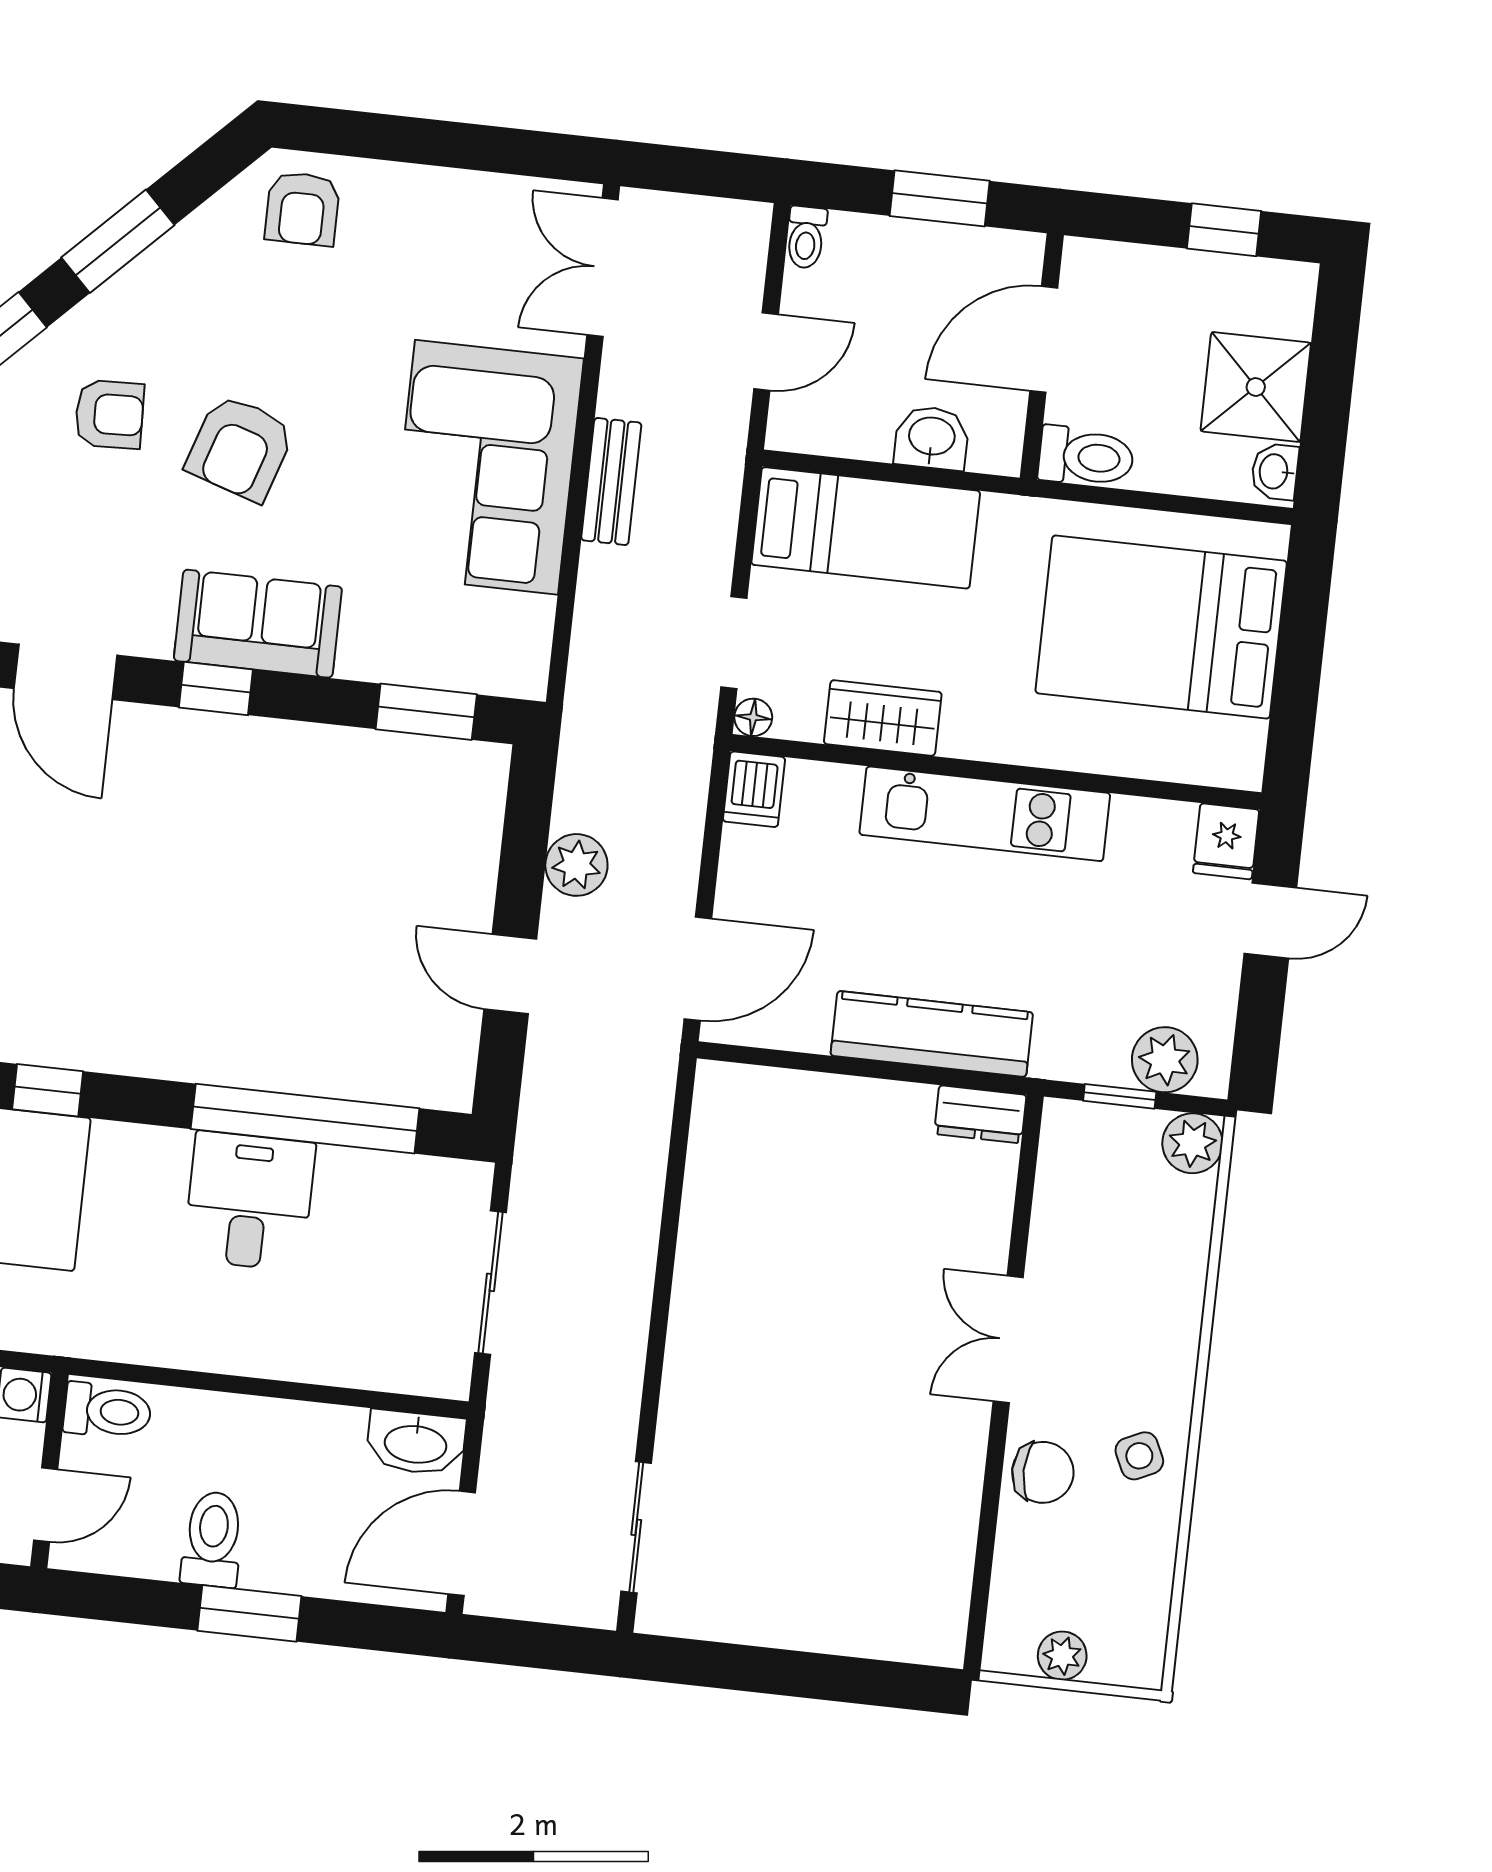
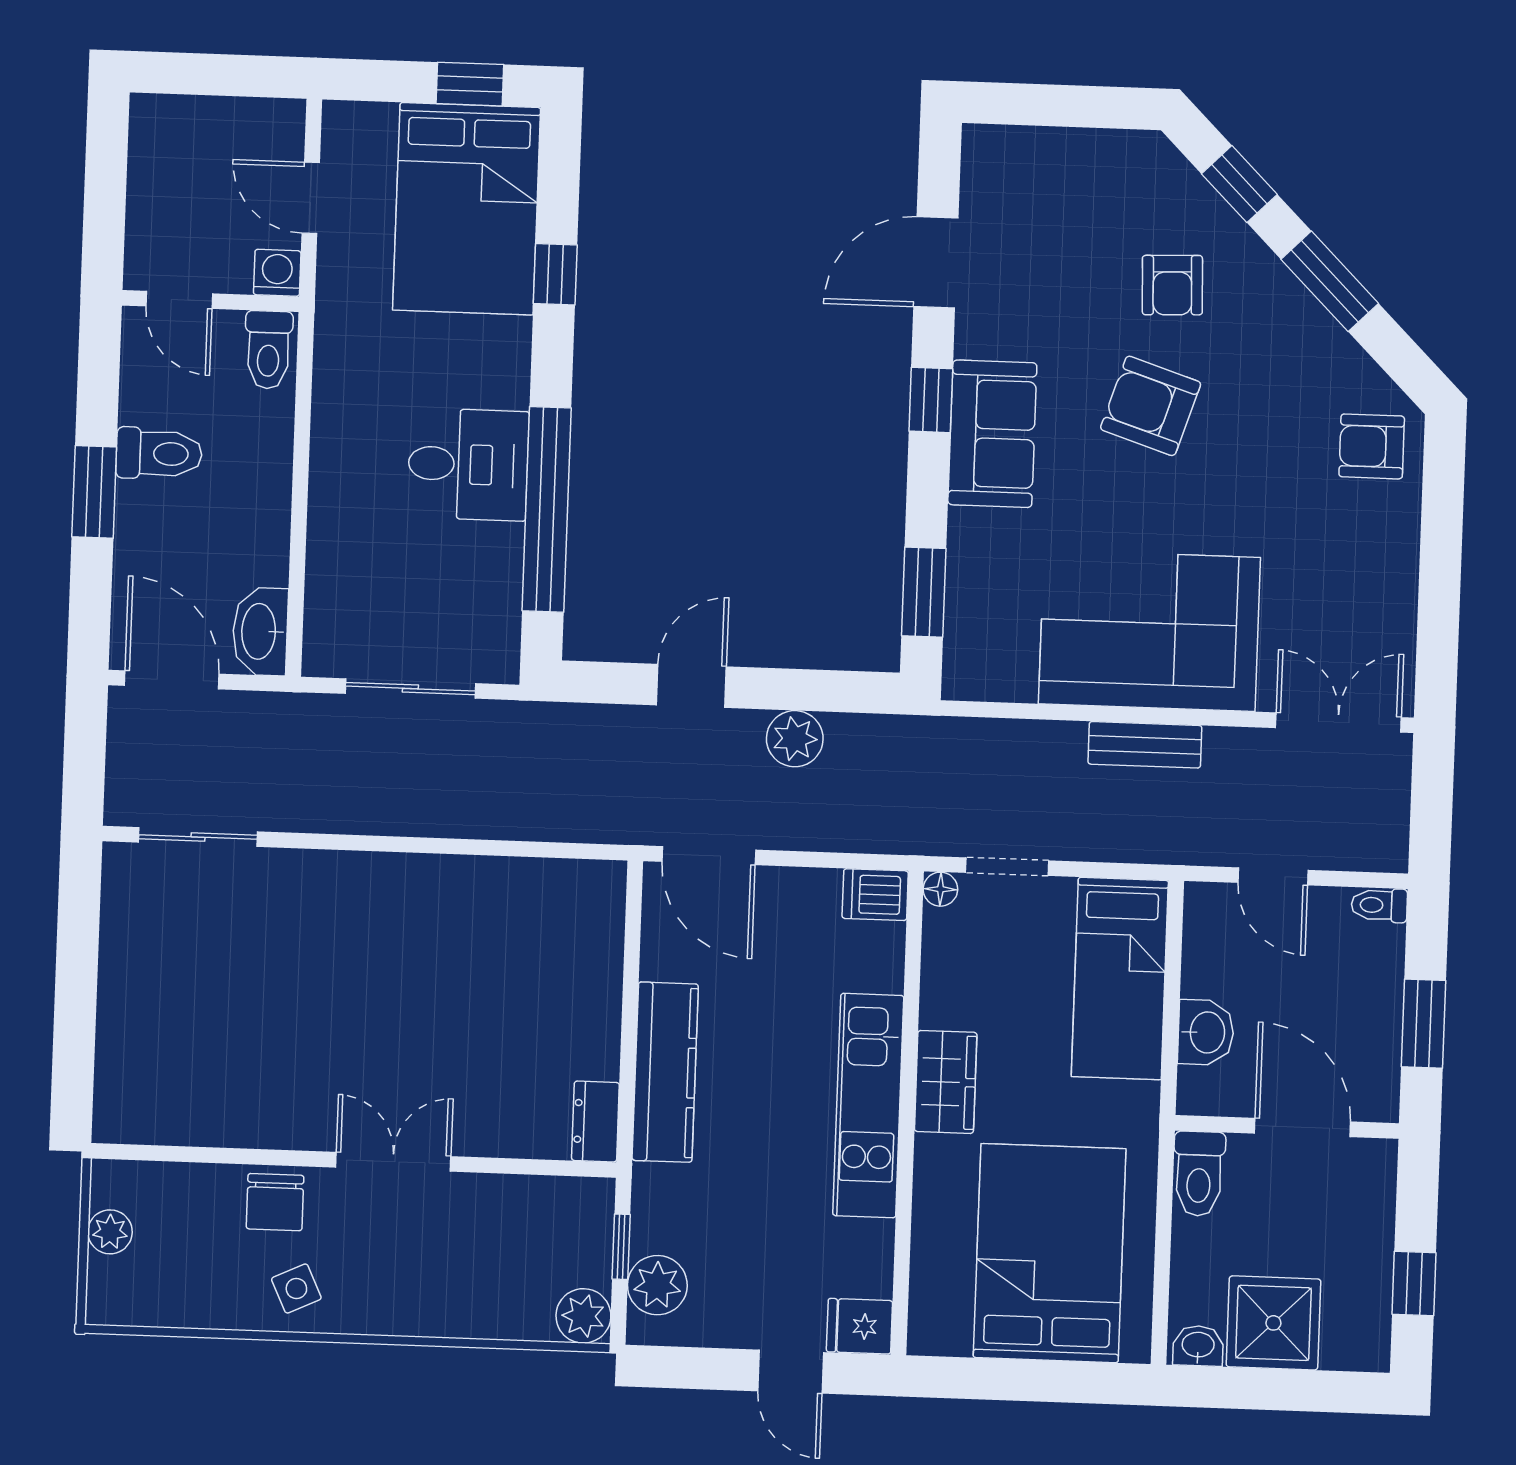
wardrobe: (883, 718) -> (946, 1082), moved

